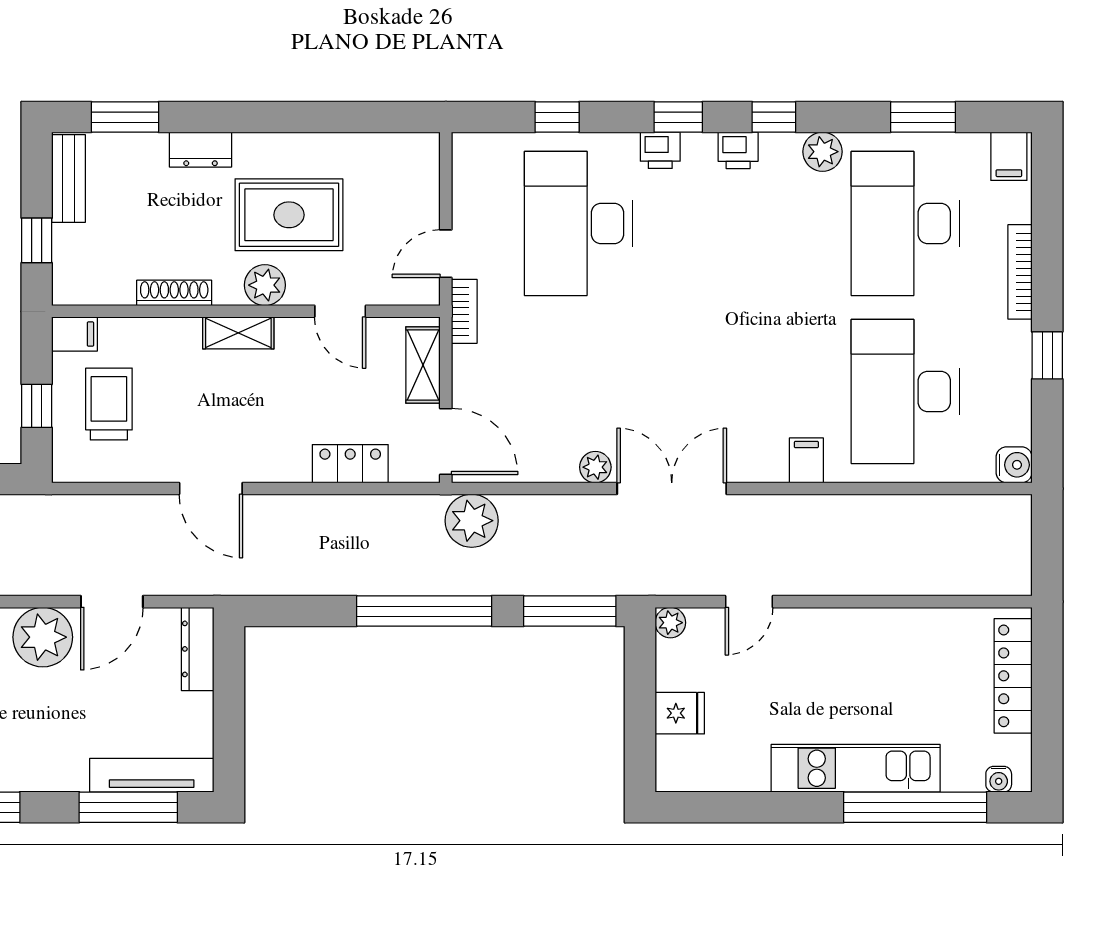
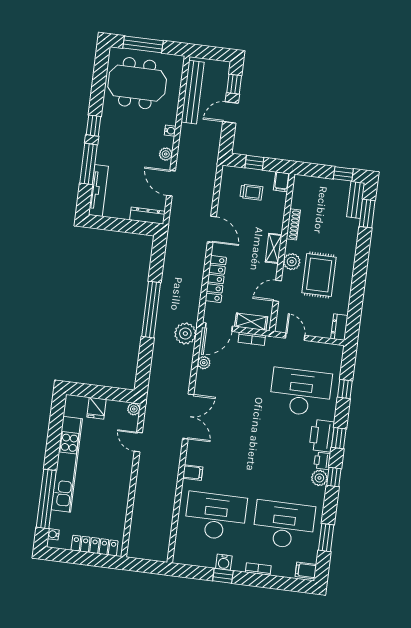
dresser: (201, 150) -> (339, 327), moved
printer: (660, 150) -> (322, 436), width x1.87, depth x1.48
plant: (823, 152) -> (319, 478), moved
bench: (68, 178) -> (356, 200), moved, turned 90
window: (37, 240) -> (343, 174), moved
bookcase: (1020, 272) -> (258, 569), width x0.64
bookcase: (464, 311) -> (252, 339), moved
trolley: (109, 404) -> (251, 192), width x0.73, depth x0.72
locker: (350, 464) -> (216, 279), width x1.53
water cooler: (1014, 465) -> (224, 562), moved
plant: (595, 467) -> (204, 363), moved
door: (211, 489) -> (212, 229), swing flipped
window: (570, 611) -> (144, 369), removed
plant: (43, 637) -> (166, 154), width x0.53, depth x0.53
kitchen unit: (856, 768) -> (67, 464), width x1.36
window: (128, 807) -> (89, 164), moved

